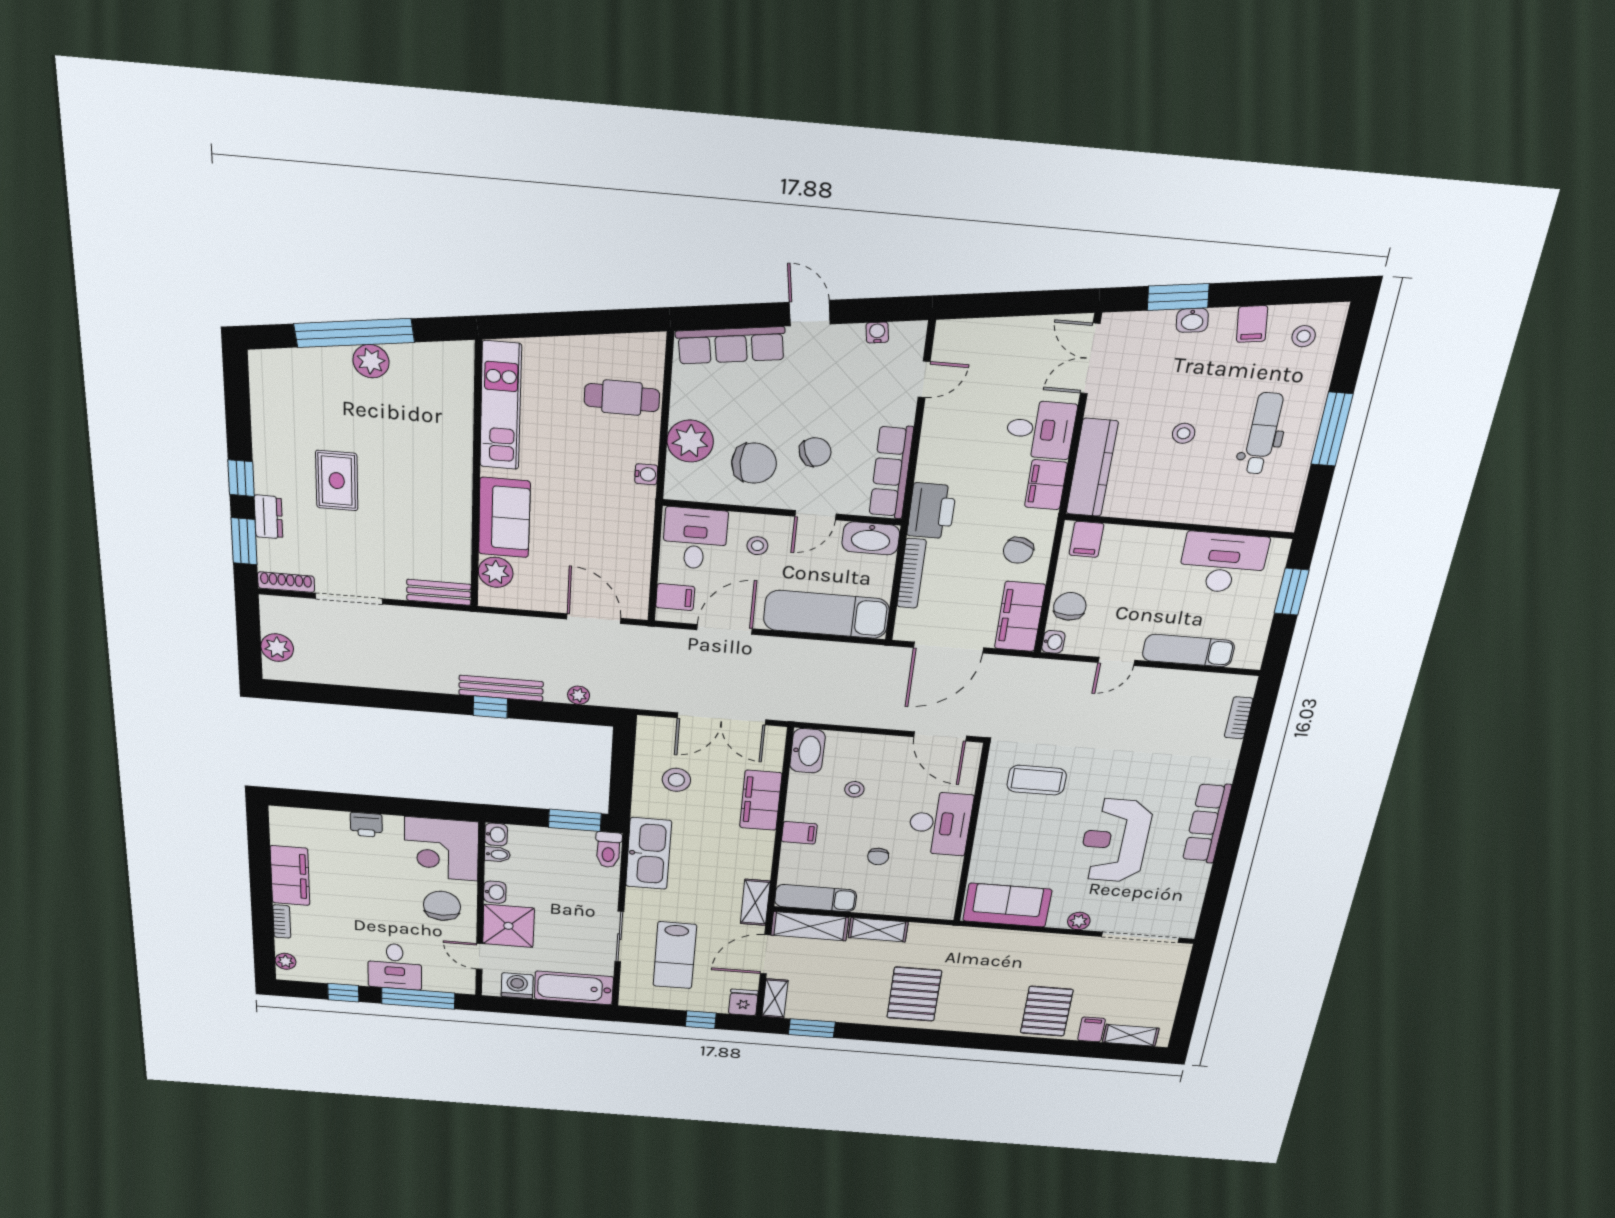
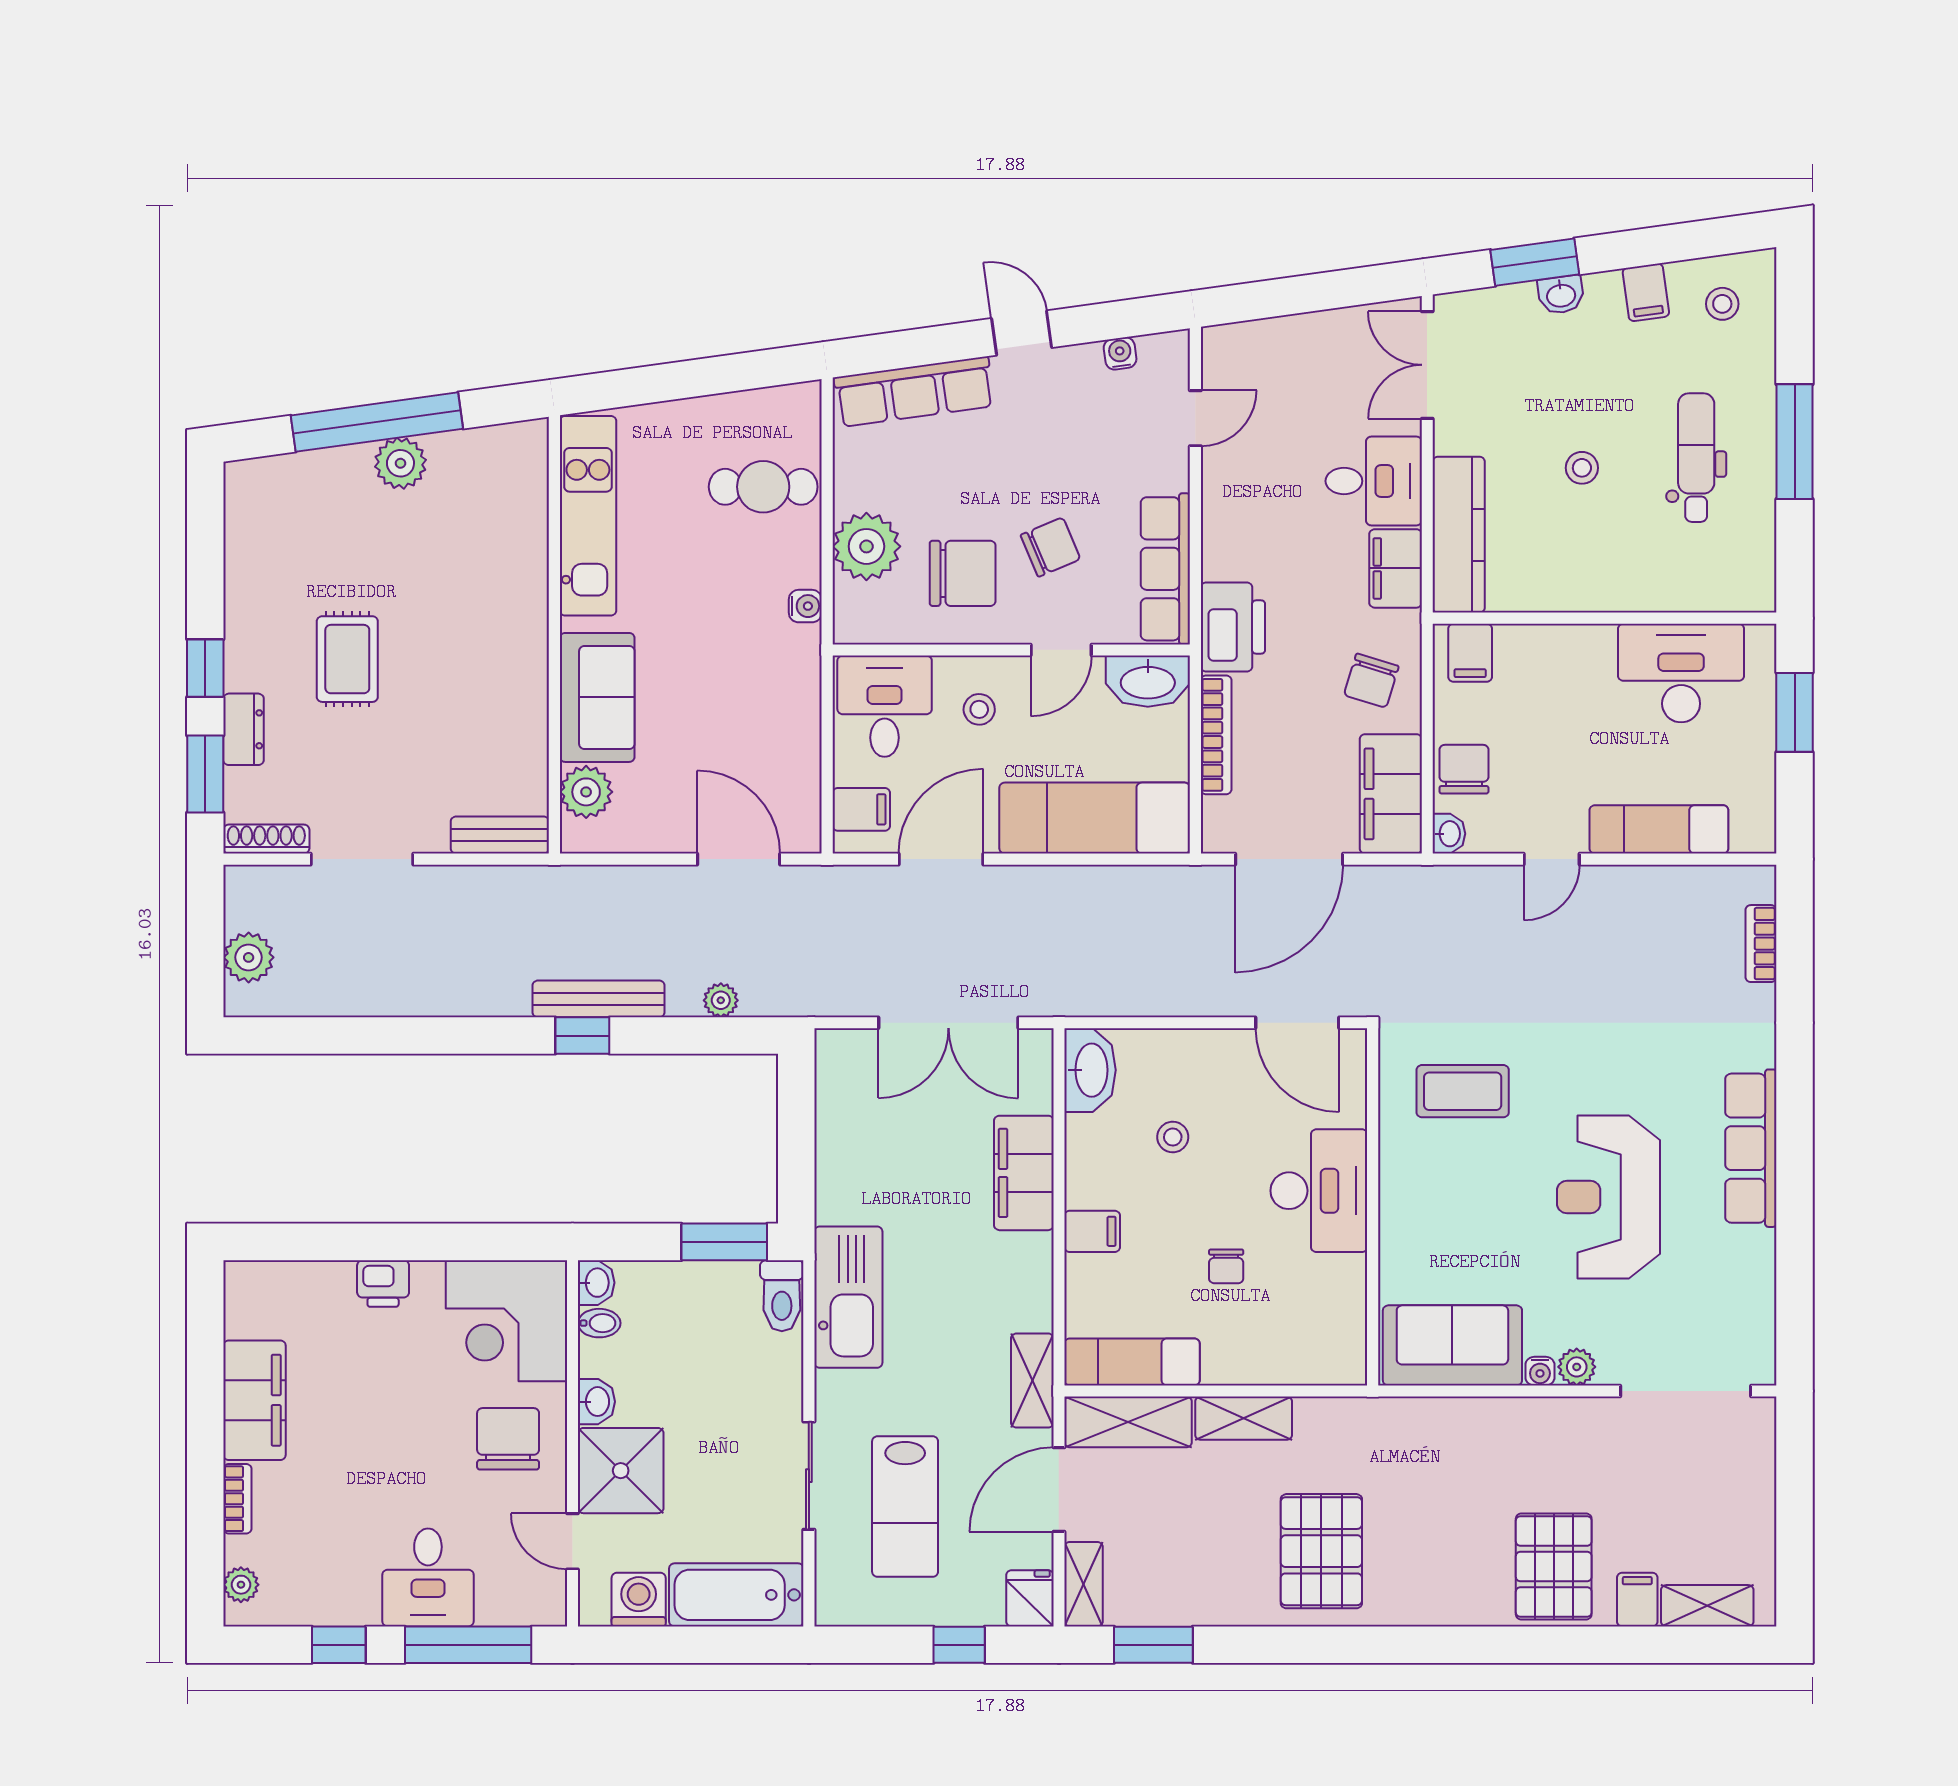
stool: (676, 780) -> (885, 1146), removed
water cooler: (1057, 921) -> (1540, 1371), added

